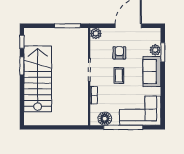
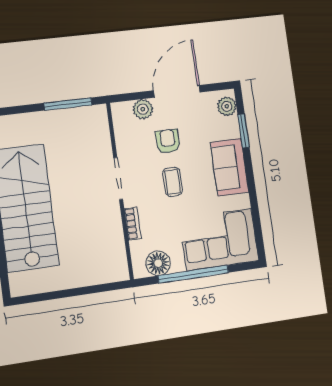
plant: (96, 33) -> (143, 109), moved
plant: (155, 50) -> (227, 106), moved

